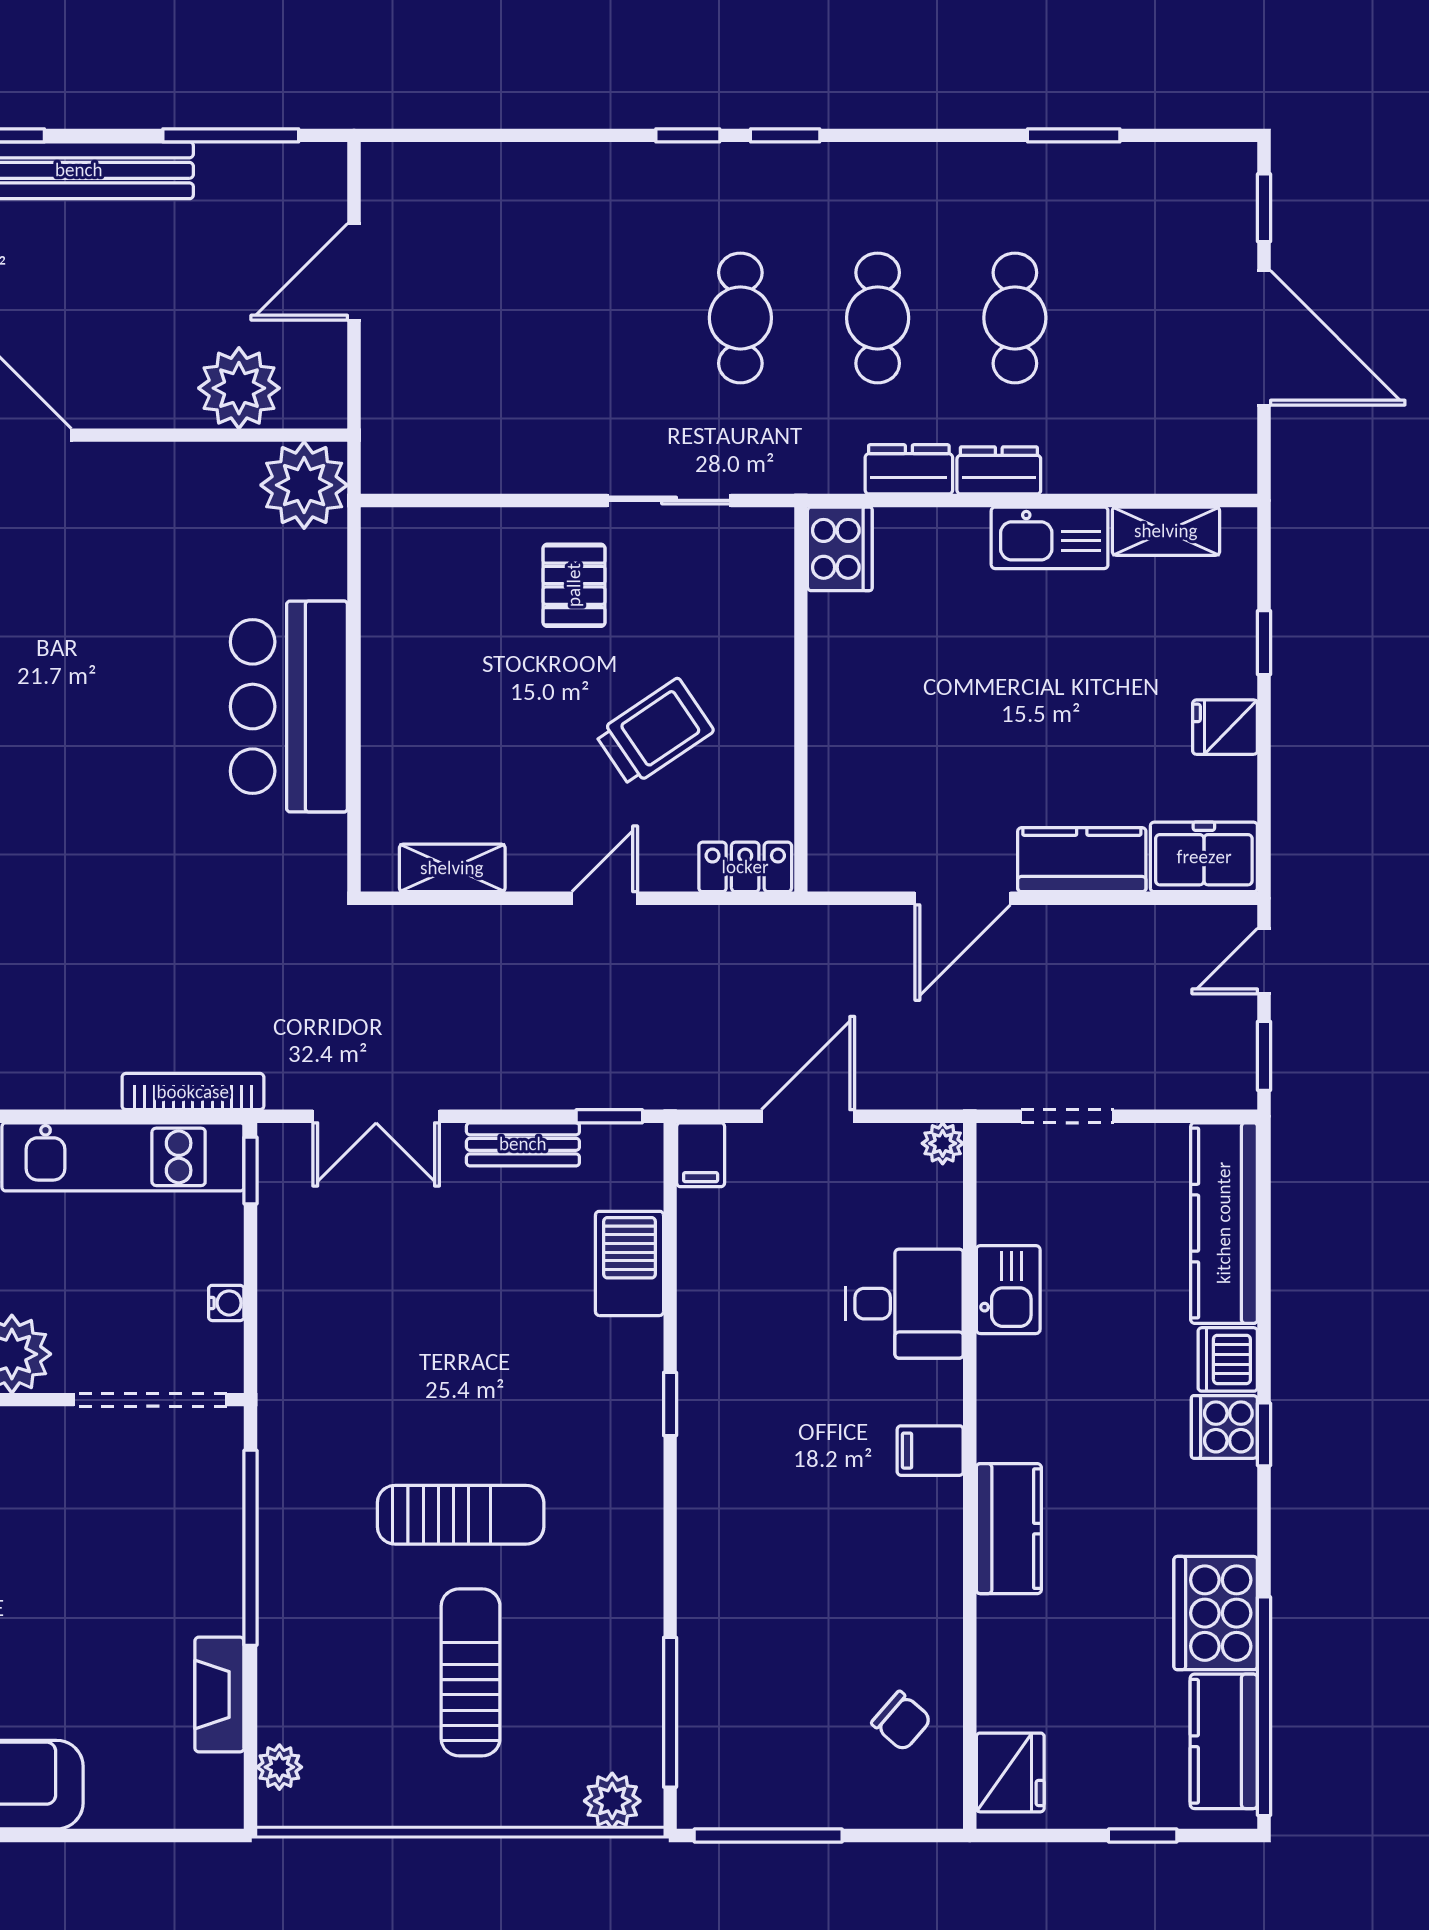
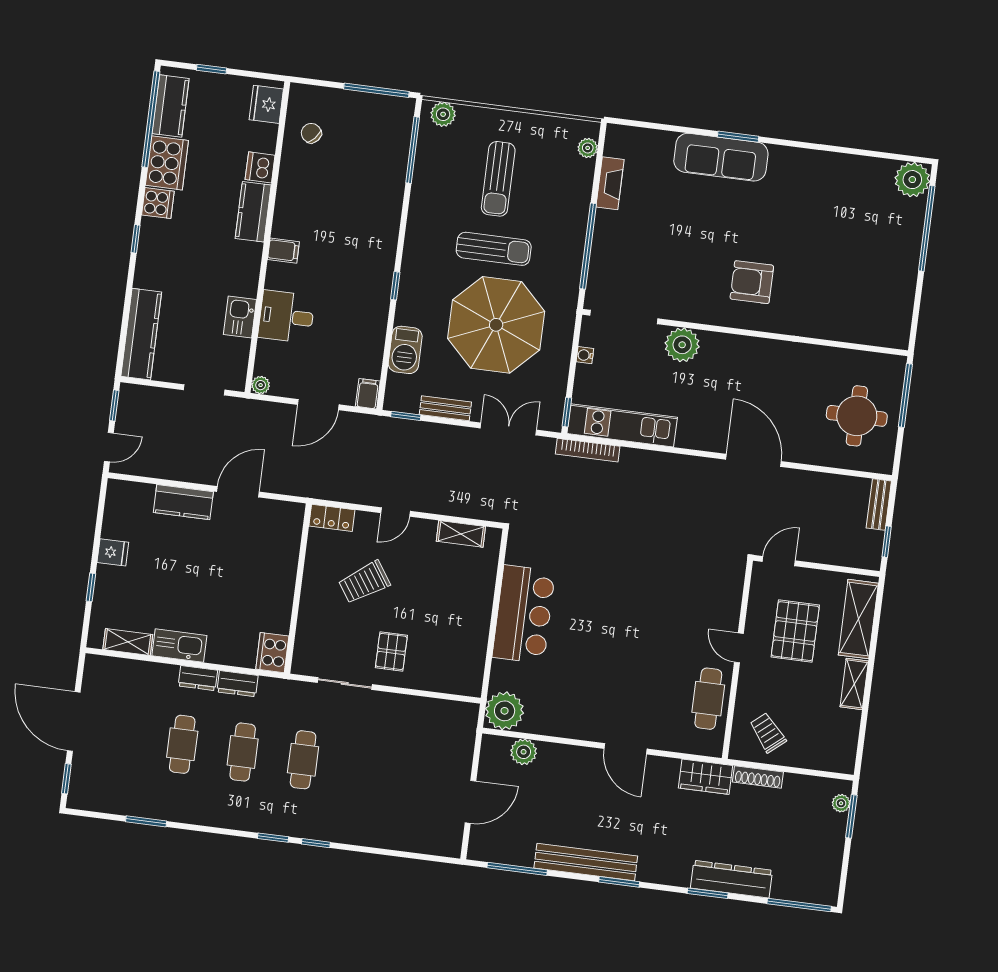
plant: (239, 388) -> (524, 752), width x0.73, depth x0.73
freezer: (1204, 857) -> (129, 496), removed
parasol: (433, 1345) -> (496, 325), added
dishwasher: (1228, 1359) -> (260, 167), moved, turned 180
cooker: (1224, 1427) -> (158, 203), moved
sun lounger: (461, 1515) -> (494, 249), turned 180

